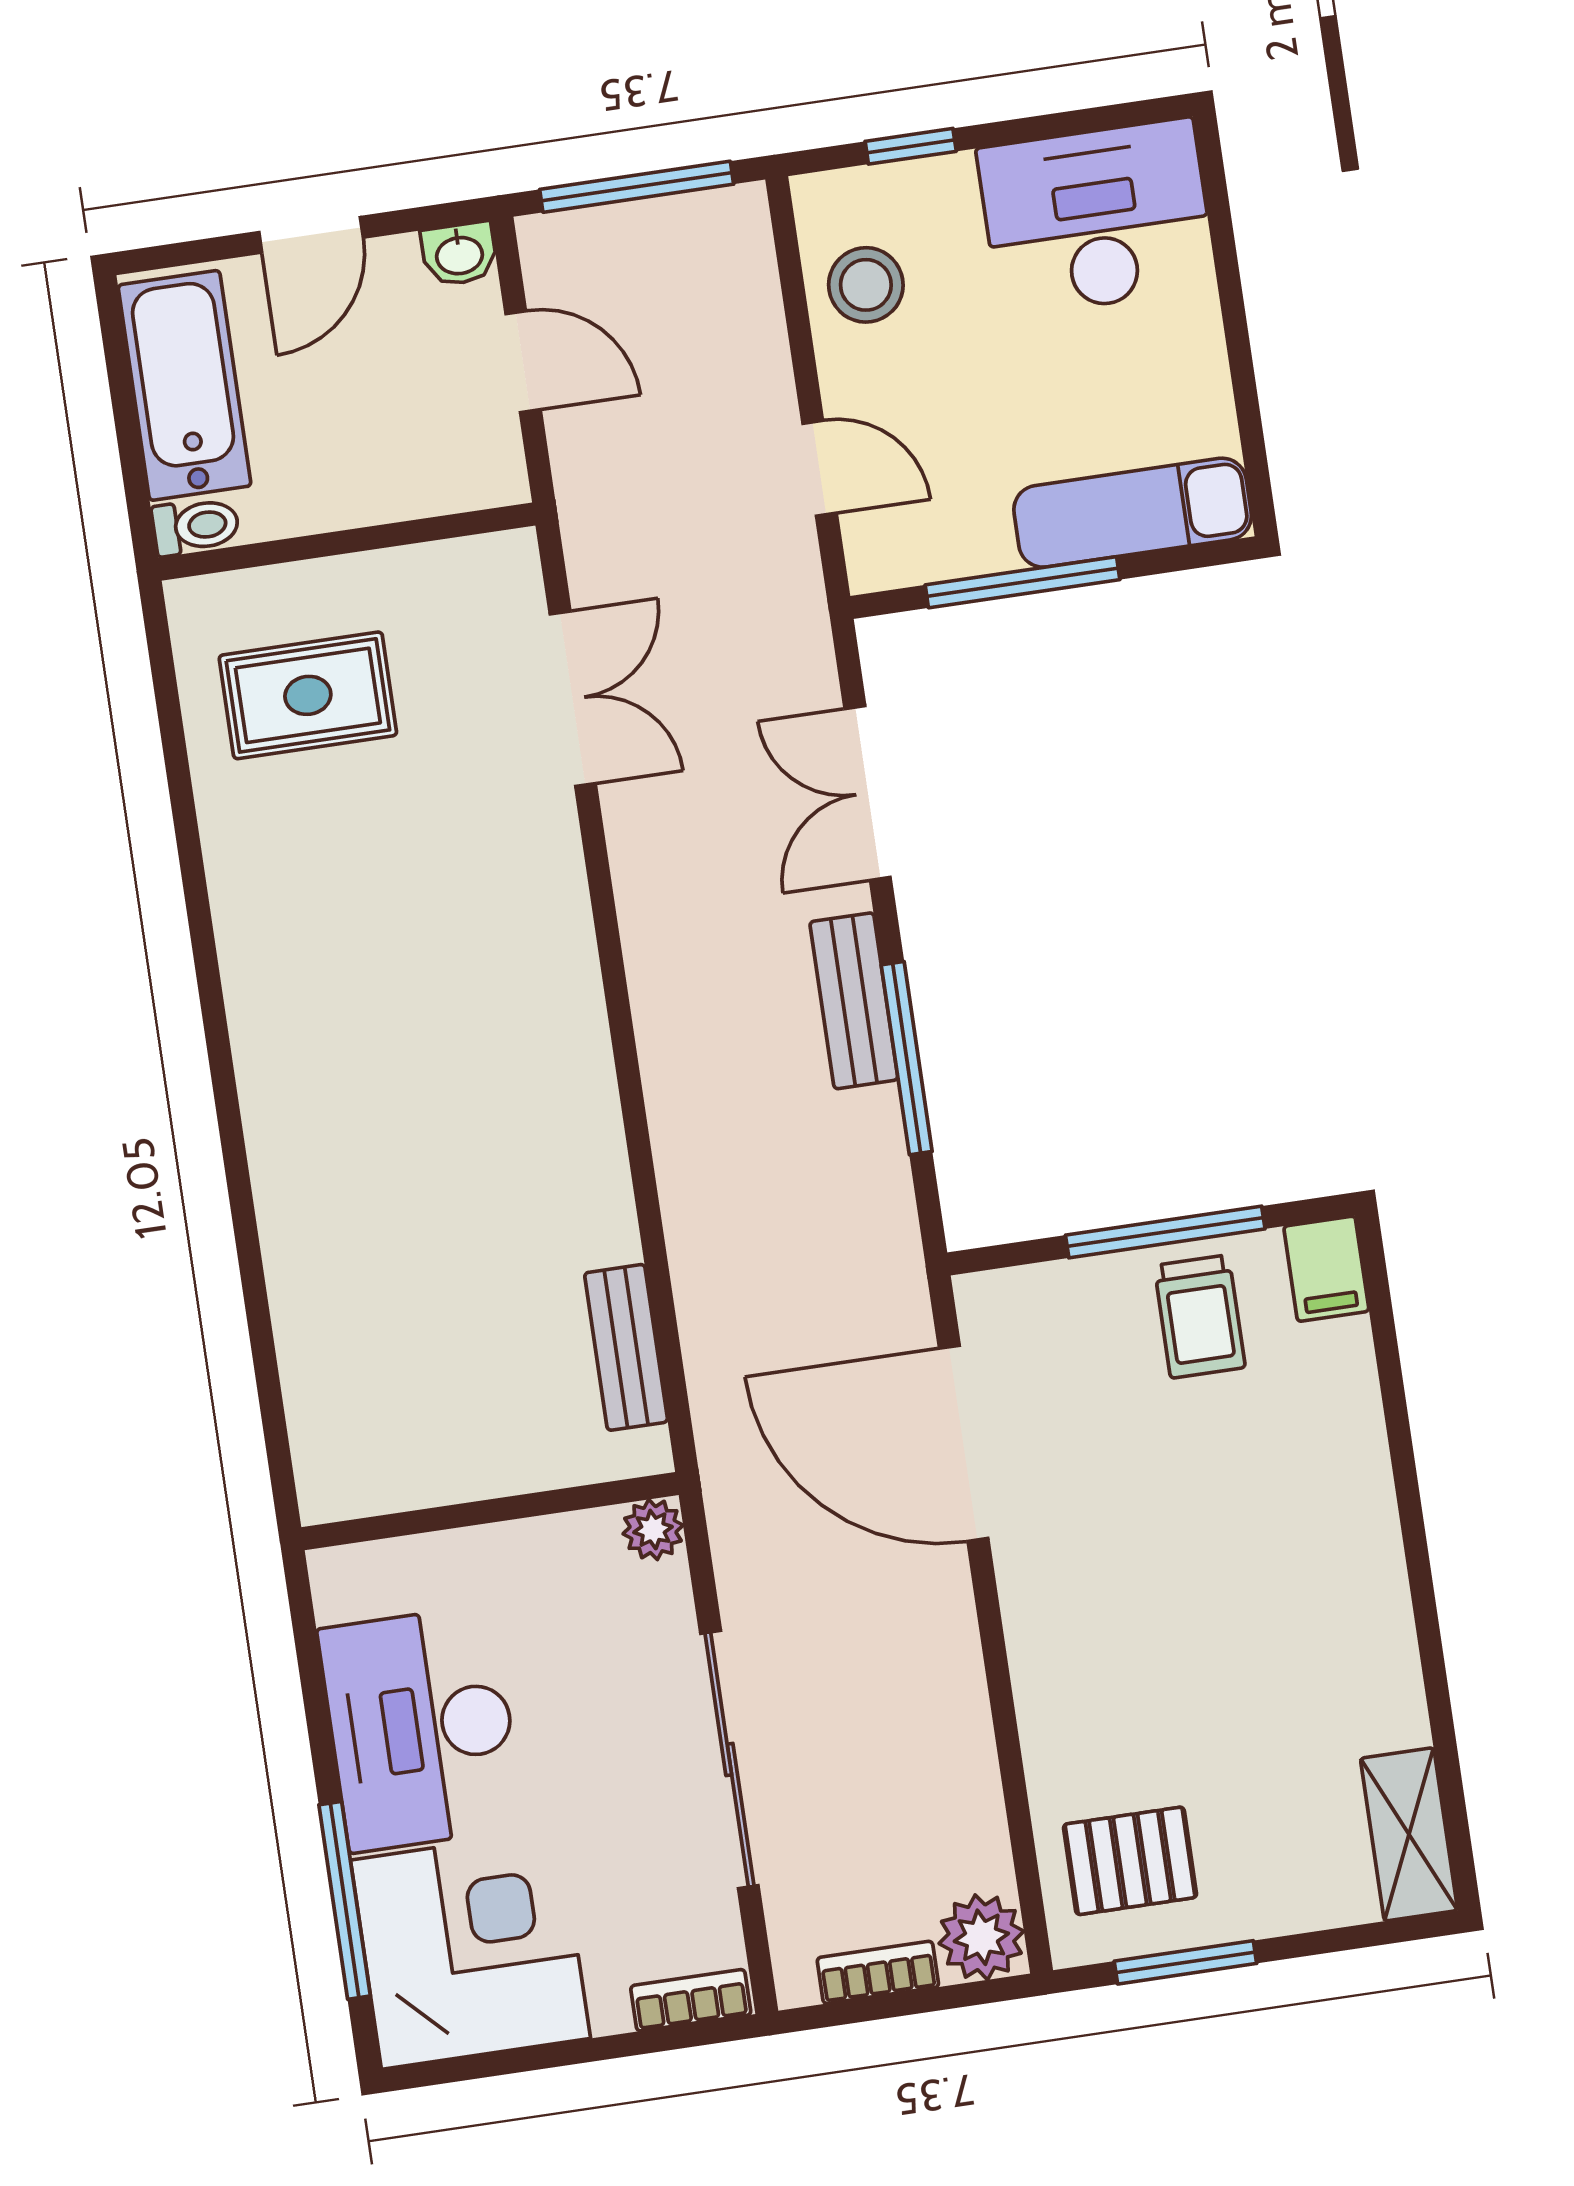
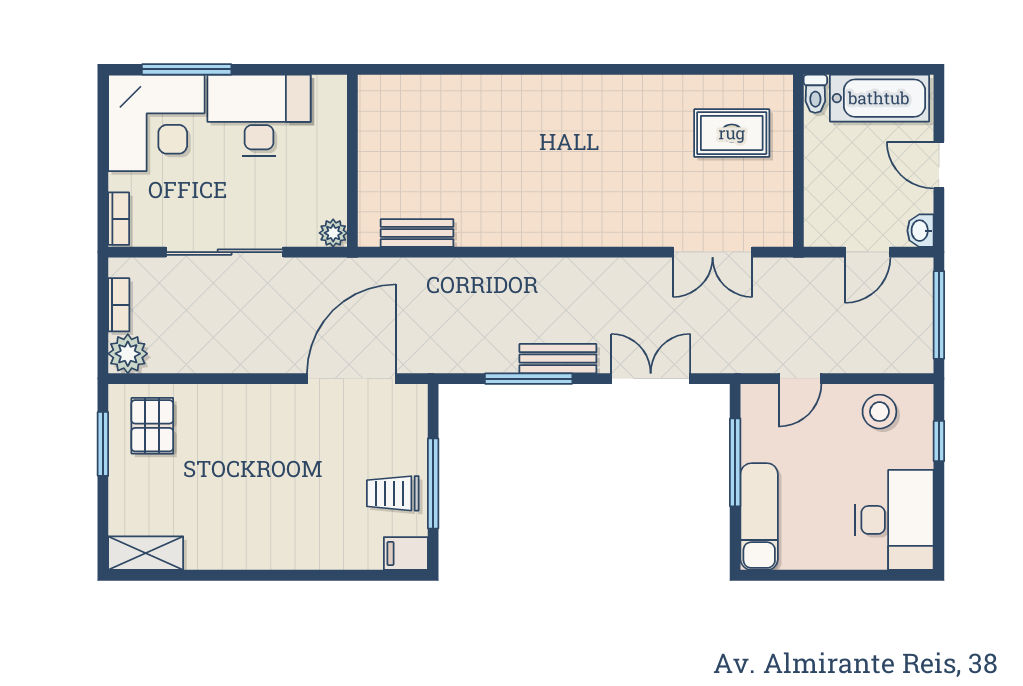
rug: (308, 695) -> (732, 133), turned 90

